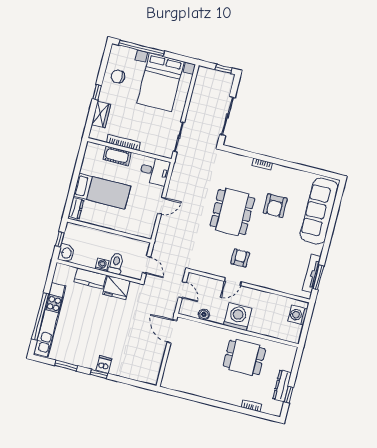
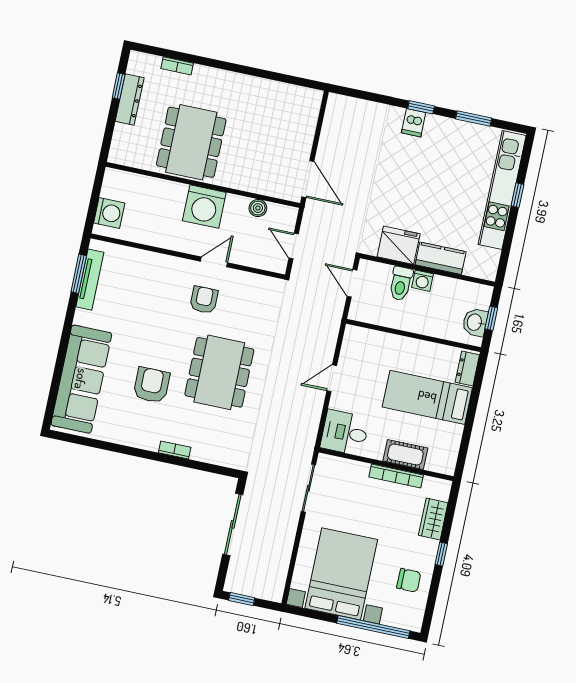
washbasin: (66, 253) -> (475, 322), moved
armchair: (240, 258) -> (204, 300), turned 180
window: (40, 316) -> (517, 195), width x0.32
dining table: (244, 357) -> (191, 142), width x1.38

